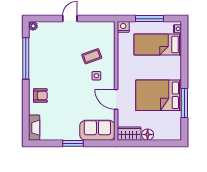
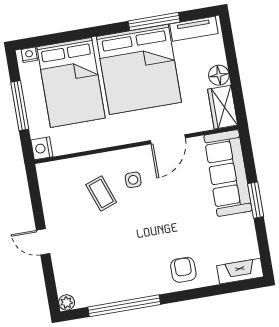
bed: (158, 45) -> (71, 82), width x1.50
bed: (159, 95) -> (139, 69), width x1.36
tv unit: (176, 125) -> (194, 29), added
sofa: (97, 130) -> (228, 173), width x1.36

